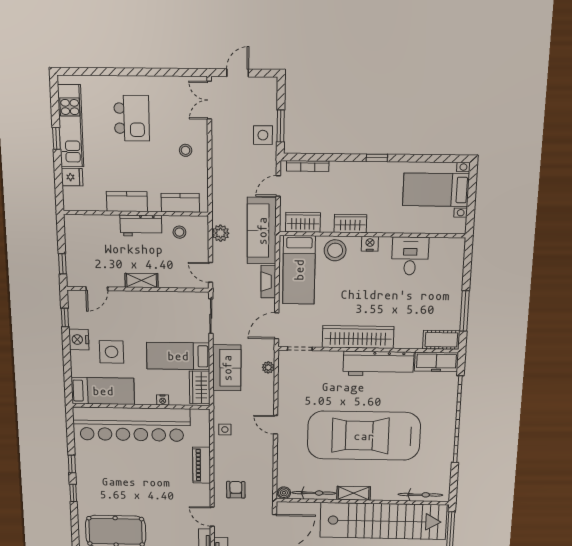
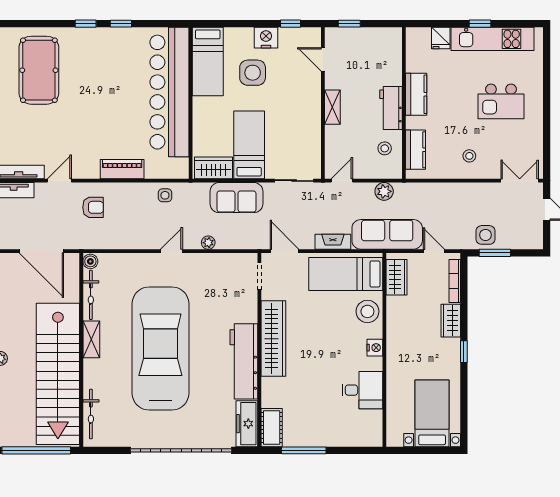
wardrobe: (350, 224) -> (451, 321), moved, turned 180
plant: (268, 367) -> (208, 243), moved
nightstand: (163, 400) -> (198, 127), removed

